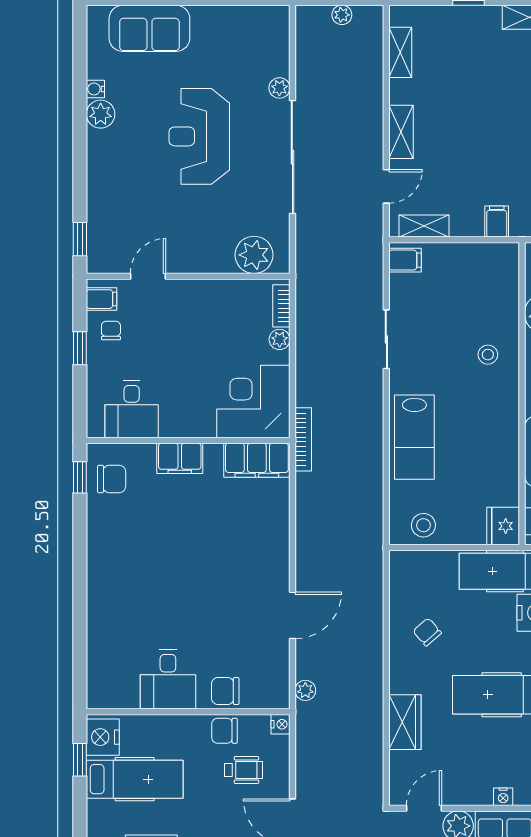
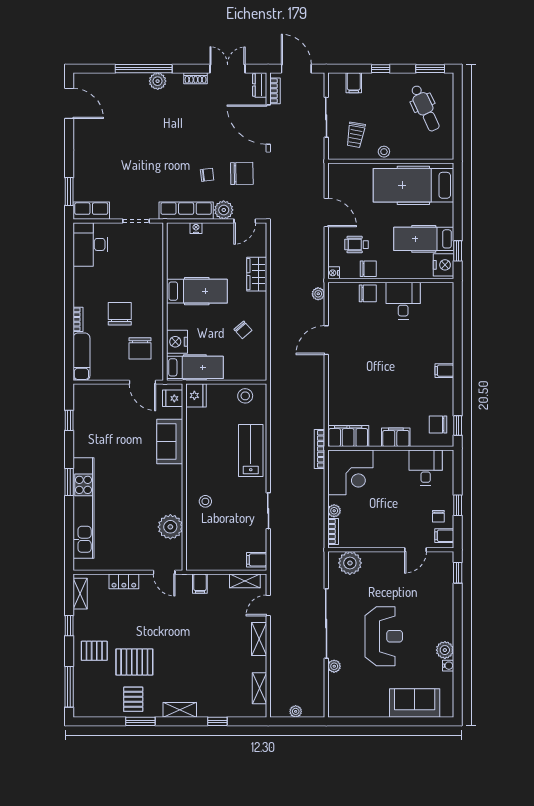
filing cabinet: (101, 566) -> (444, 371), added

